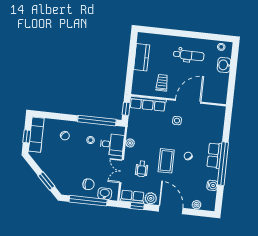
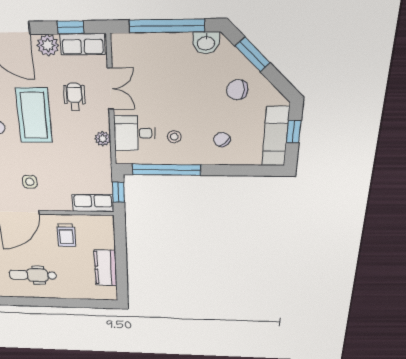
row of seats: (148, 104) -> (93, 203), width x0.68
coffee table: (166, 161) -> (34, 115), width x1.36, depth x1.32
chair: (88, 184) -> (237, 90), moved
washbasin: (105, 194) -> (206, 43), moved

